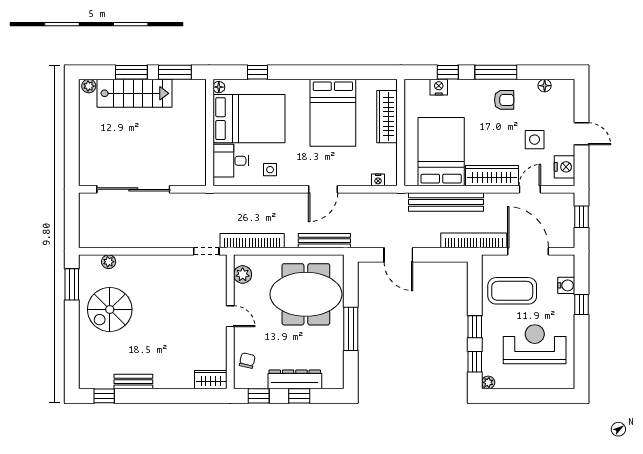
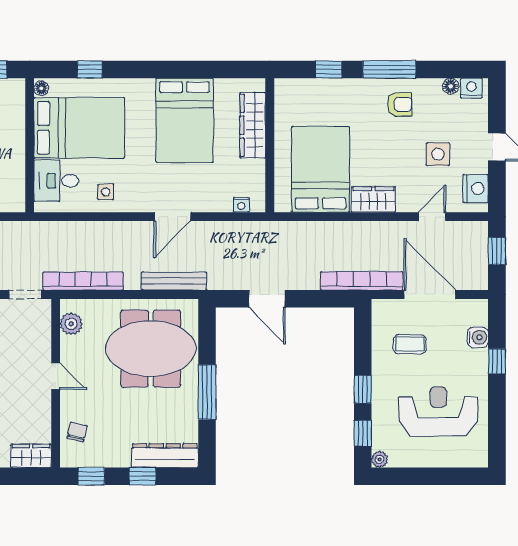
nightstand: (439, 87) -> (471, 88), moved
wardrobe: (492, 176) -> (373, 200), width x0.67
bench: (446, 202) -> (327, 233), removed
coffee table: (512, 291) -> (410, 344), width x0.54, depth x0.58
dresser: (295, 379) -> (165, 456), moved

